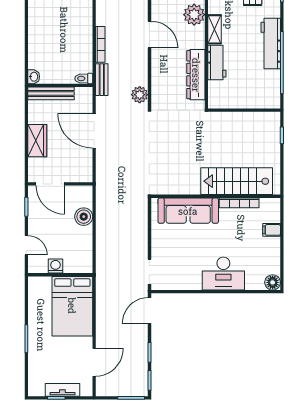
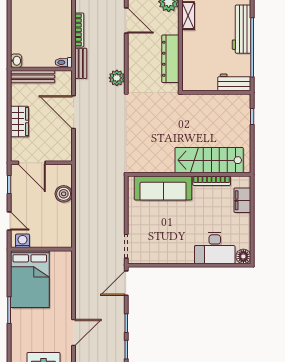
workbench: (217, 62) -> (234, 82), moved, turned -90
filing cabinet: (272, 230) -> (242, 200), width x2.00
washing machine: (55, 266) -> (23, 241), moved
desk: (223, 274) -> (215, 248), moved
bed: (72, 306) -> (30, 279), moved

